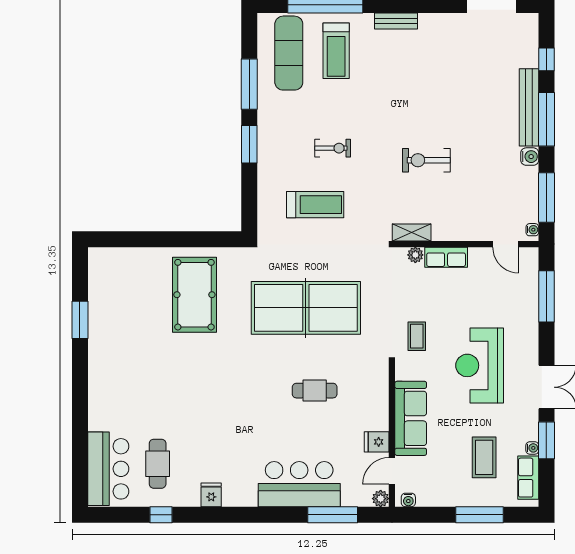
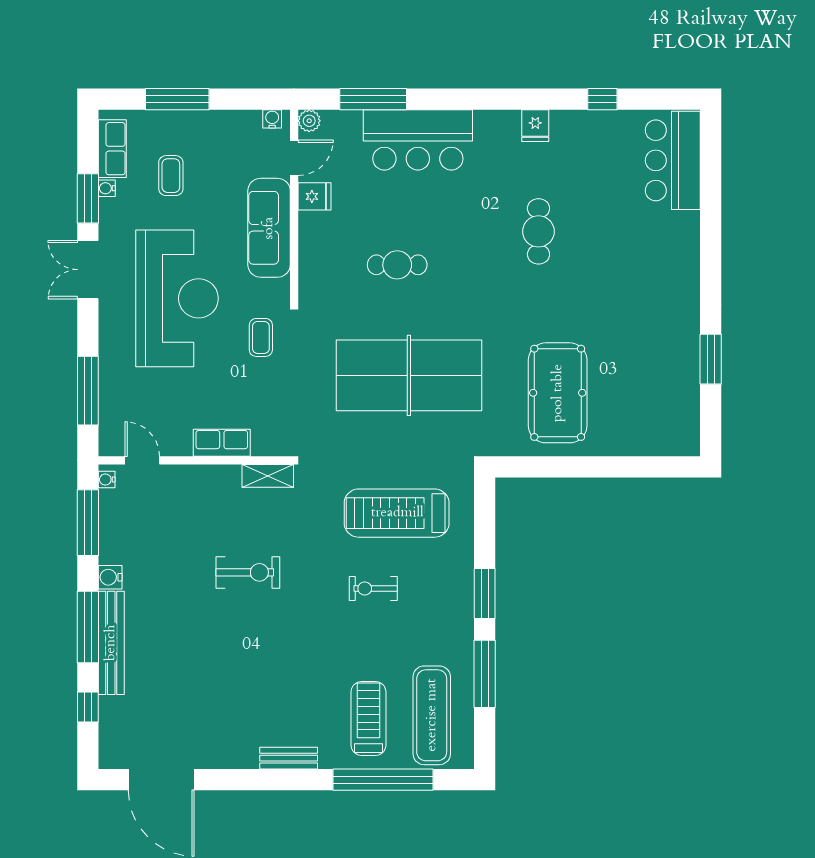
treadmill: (315, 205) -> (397, 513), width x1.37, depth x1.38
plant: (415, 255) -> (263, 446), removed
reception desk: (480, 365) -> (177, 298), width x1.36, depth x1.30
coffee table: (484, 457) -> (171, 176), width x0.73, depth x0.77
cafe table: (158, 464) -> (538, 231), moved

